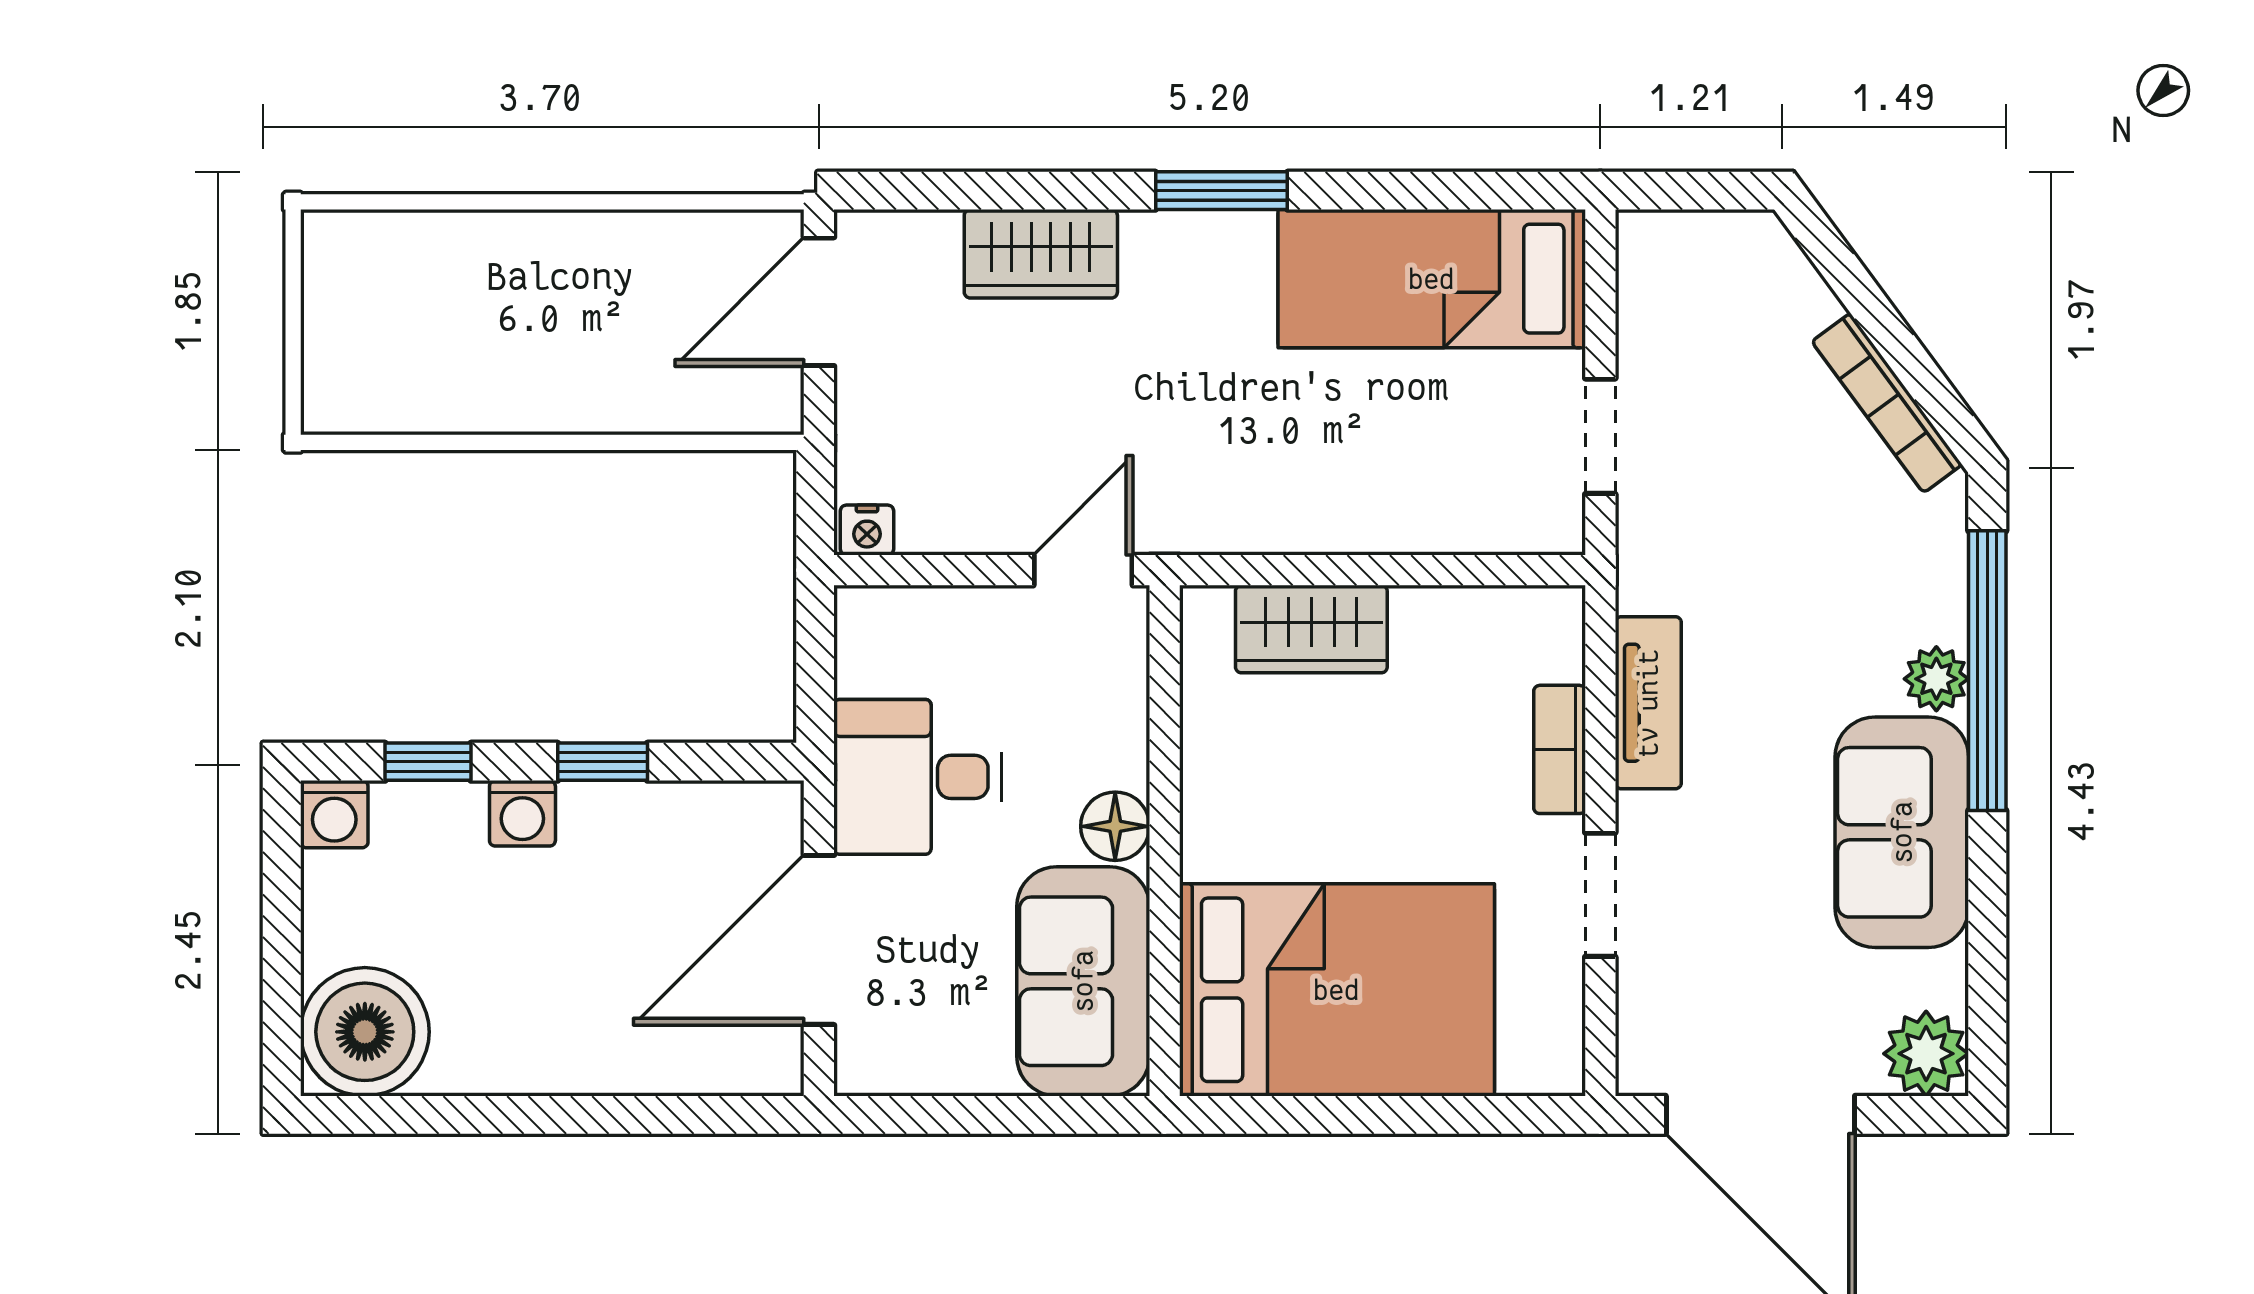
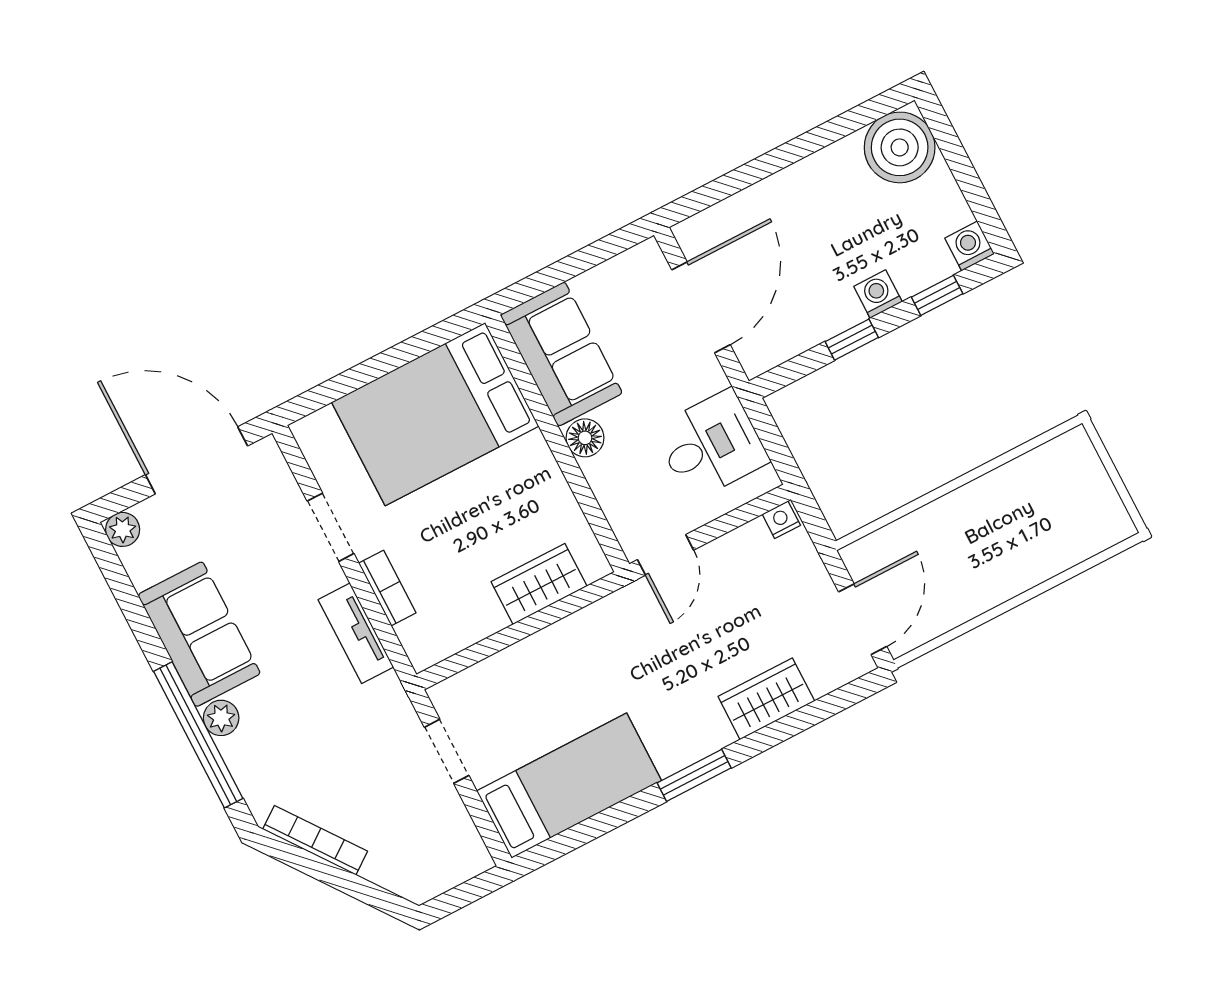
desk: (918, 777) -> (711, 445), moved
plant: (1926, 1054) -> (123, 529), width x0.73, depth x0.73

